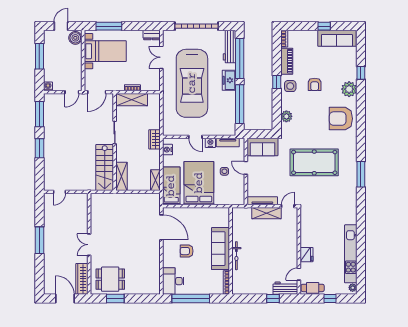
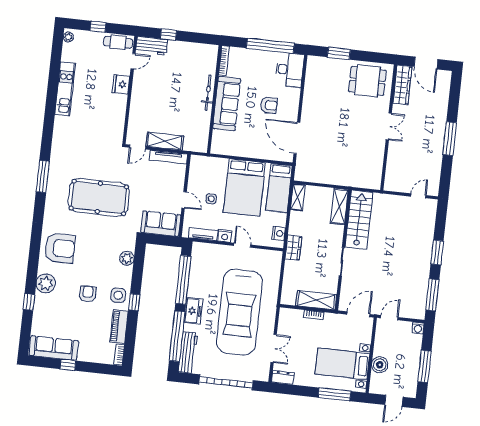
boiler: (75, 38) -> (380, 365), moved
car: (192, 83) -> (239, 312), turned 180
kitchen unit: (351, 254) -> (65, 89), width x0.73
window: (115, 299) -> (339, 53), moved

